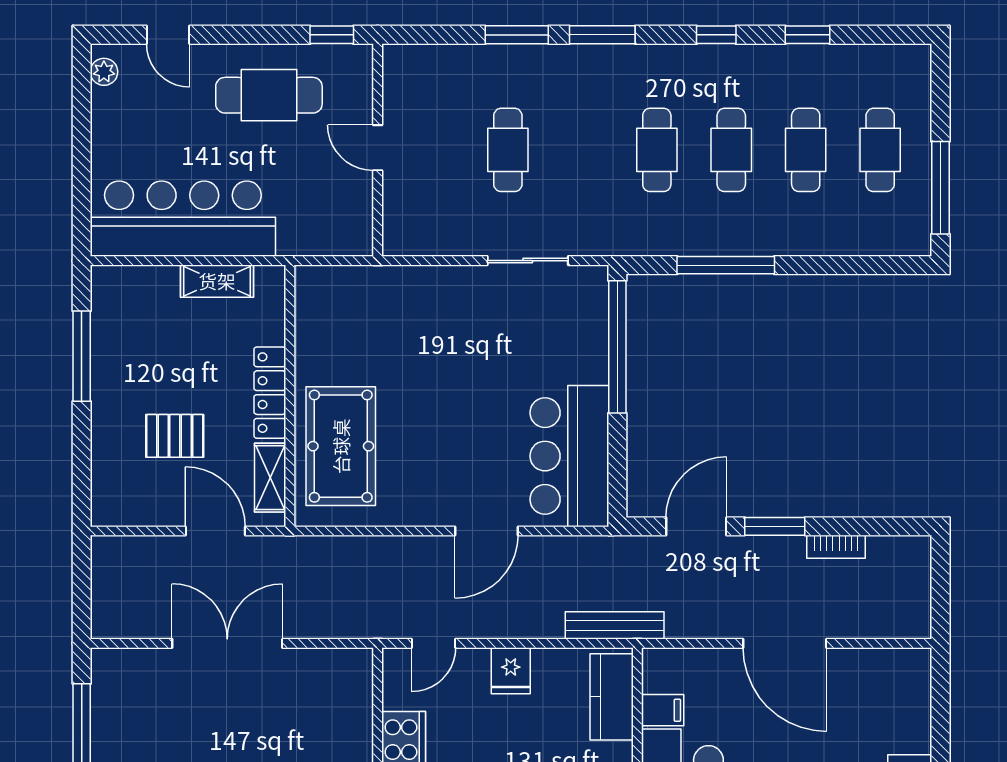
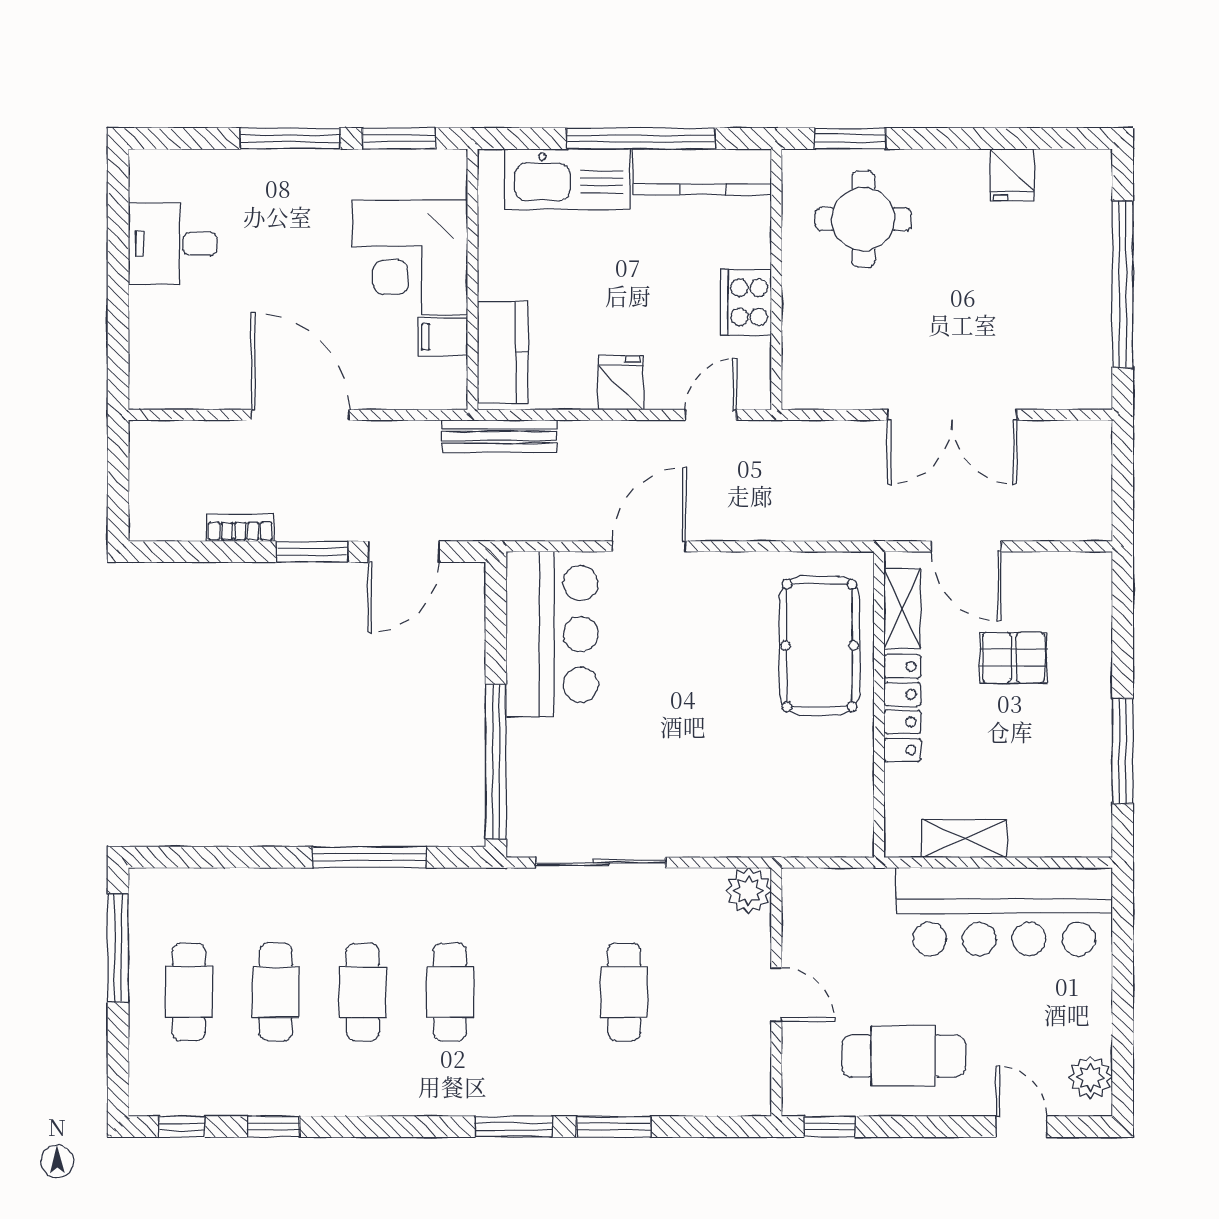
window: (716, 35) -> (182, 1127), moved
plant: (104, 72) -> (1090, 1077), width x1.38, depth x1.38
plant: (402, 237) -> (748, 891), added
sliding door: (528, 261) -> (601, 863), width x1.37

